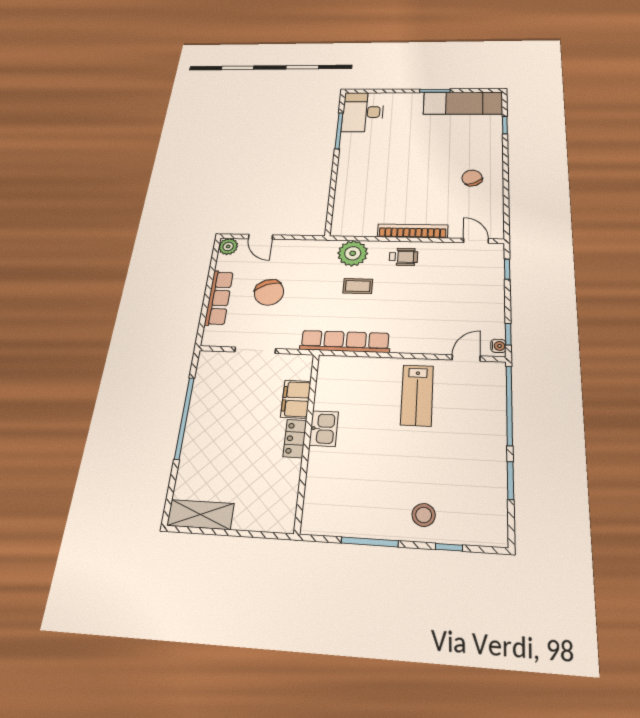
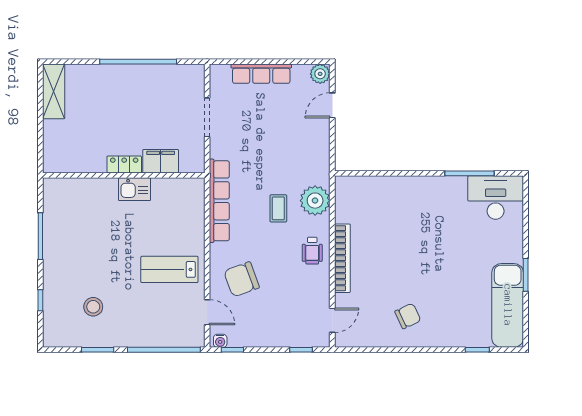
chair: (269, 292) -> (242, 279), moved
stool: (424, 515) -> (93, 307), moved

